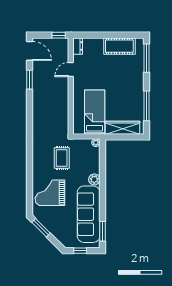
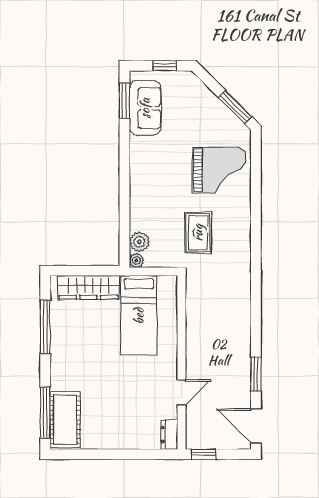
cot: (119, 46) -> (65, 420), moved, turned 90
plant: (94, 179) -> (139, 242), moved
sofa: (89, 214) -> (145, 108), width x0.54, depth x0.79

